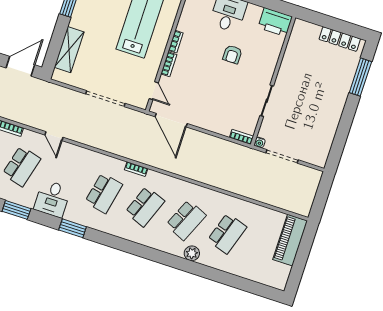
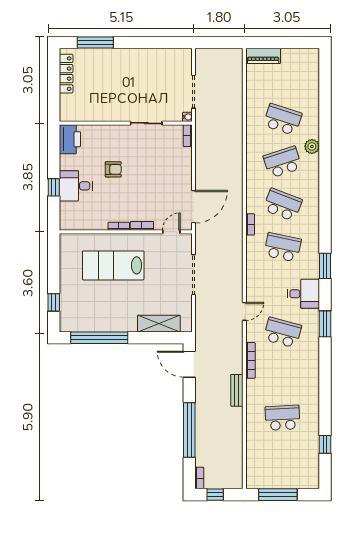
school desk: (186, 220) -> (283, 162), turned -42
piano: (290, 240) -> (263, 56), width x0.73, depth x0.75

